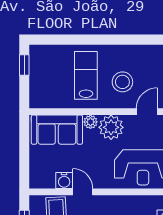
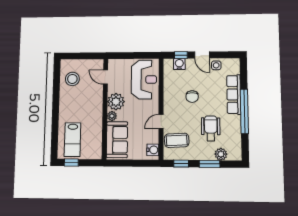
lab bench: (86, 75) -> (73, 140), moved, turned -90
stool: (122, 82) -> (72, 79), moved
water cooler: (64, 180) -> (153, 150), moved

